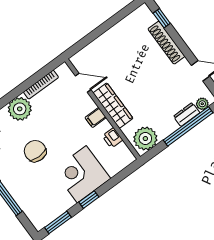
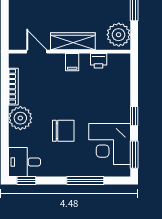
door: (83, 83) -> (37, 52), hinge flipped
chair: (35, 151) -> (63, 131), turned 180
corner desk: (82, 174) -> (110, 144), moved

